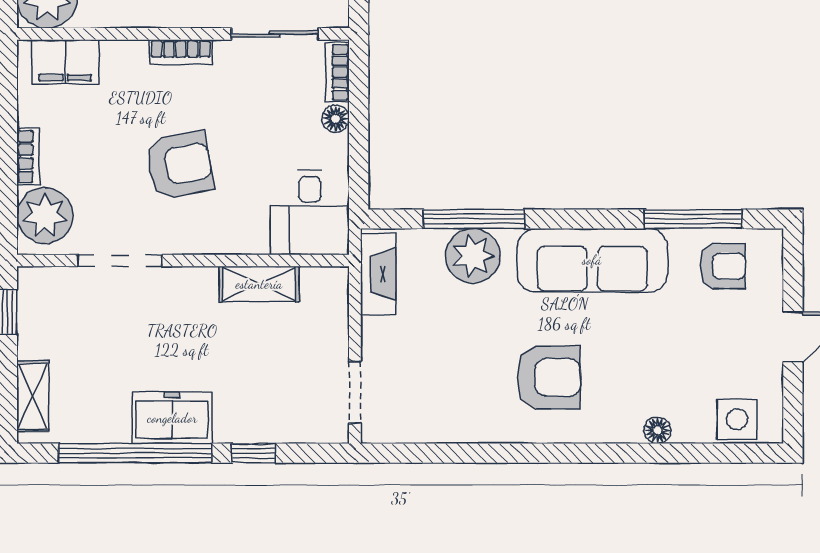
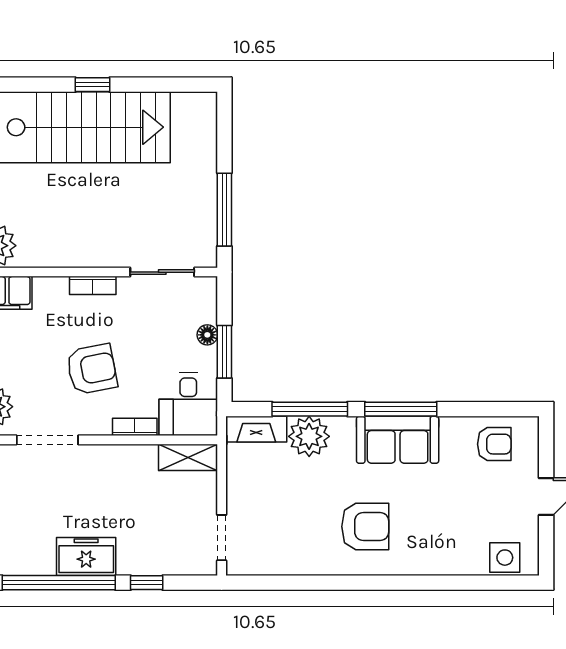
bookcase: (337, 72) -> (135, 427), moved, turned 90
window: (359, 141) -> (224, 352), added
window: (693, 219) -> (401, 409), moved
sofa: (592, 260) -> (398, 440), width x0.73
fireplace: (378, 274) -> (256, 429), moved, turned 90
shelving: (259, 284) -> (188, 457), moved
floor lamp: (658, 430) -> (446, 566), removed

